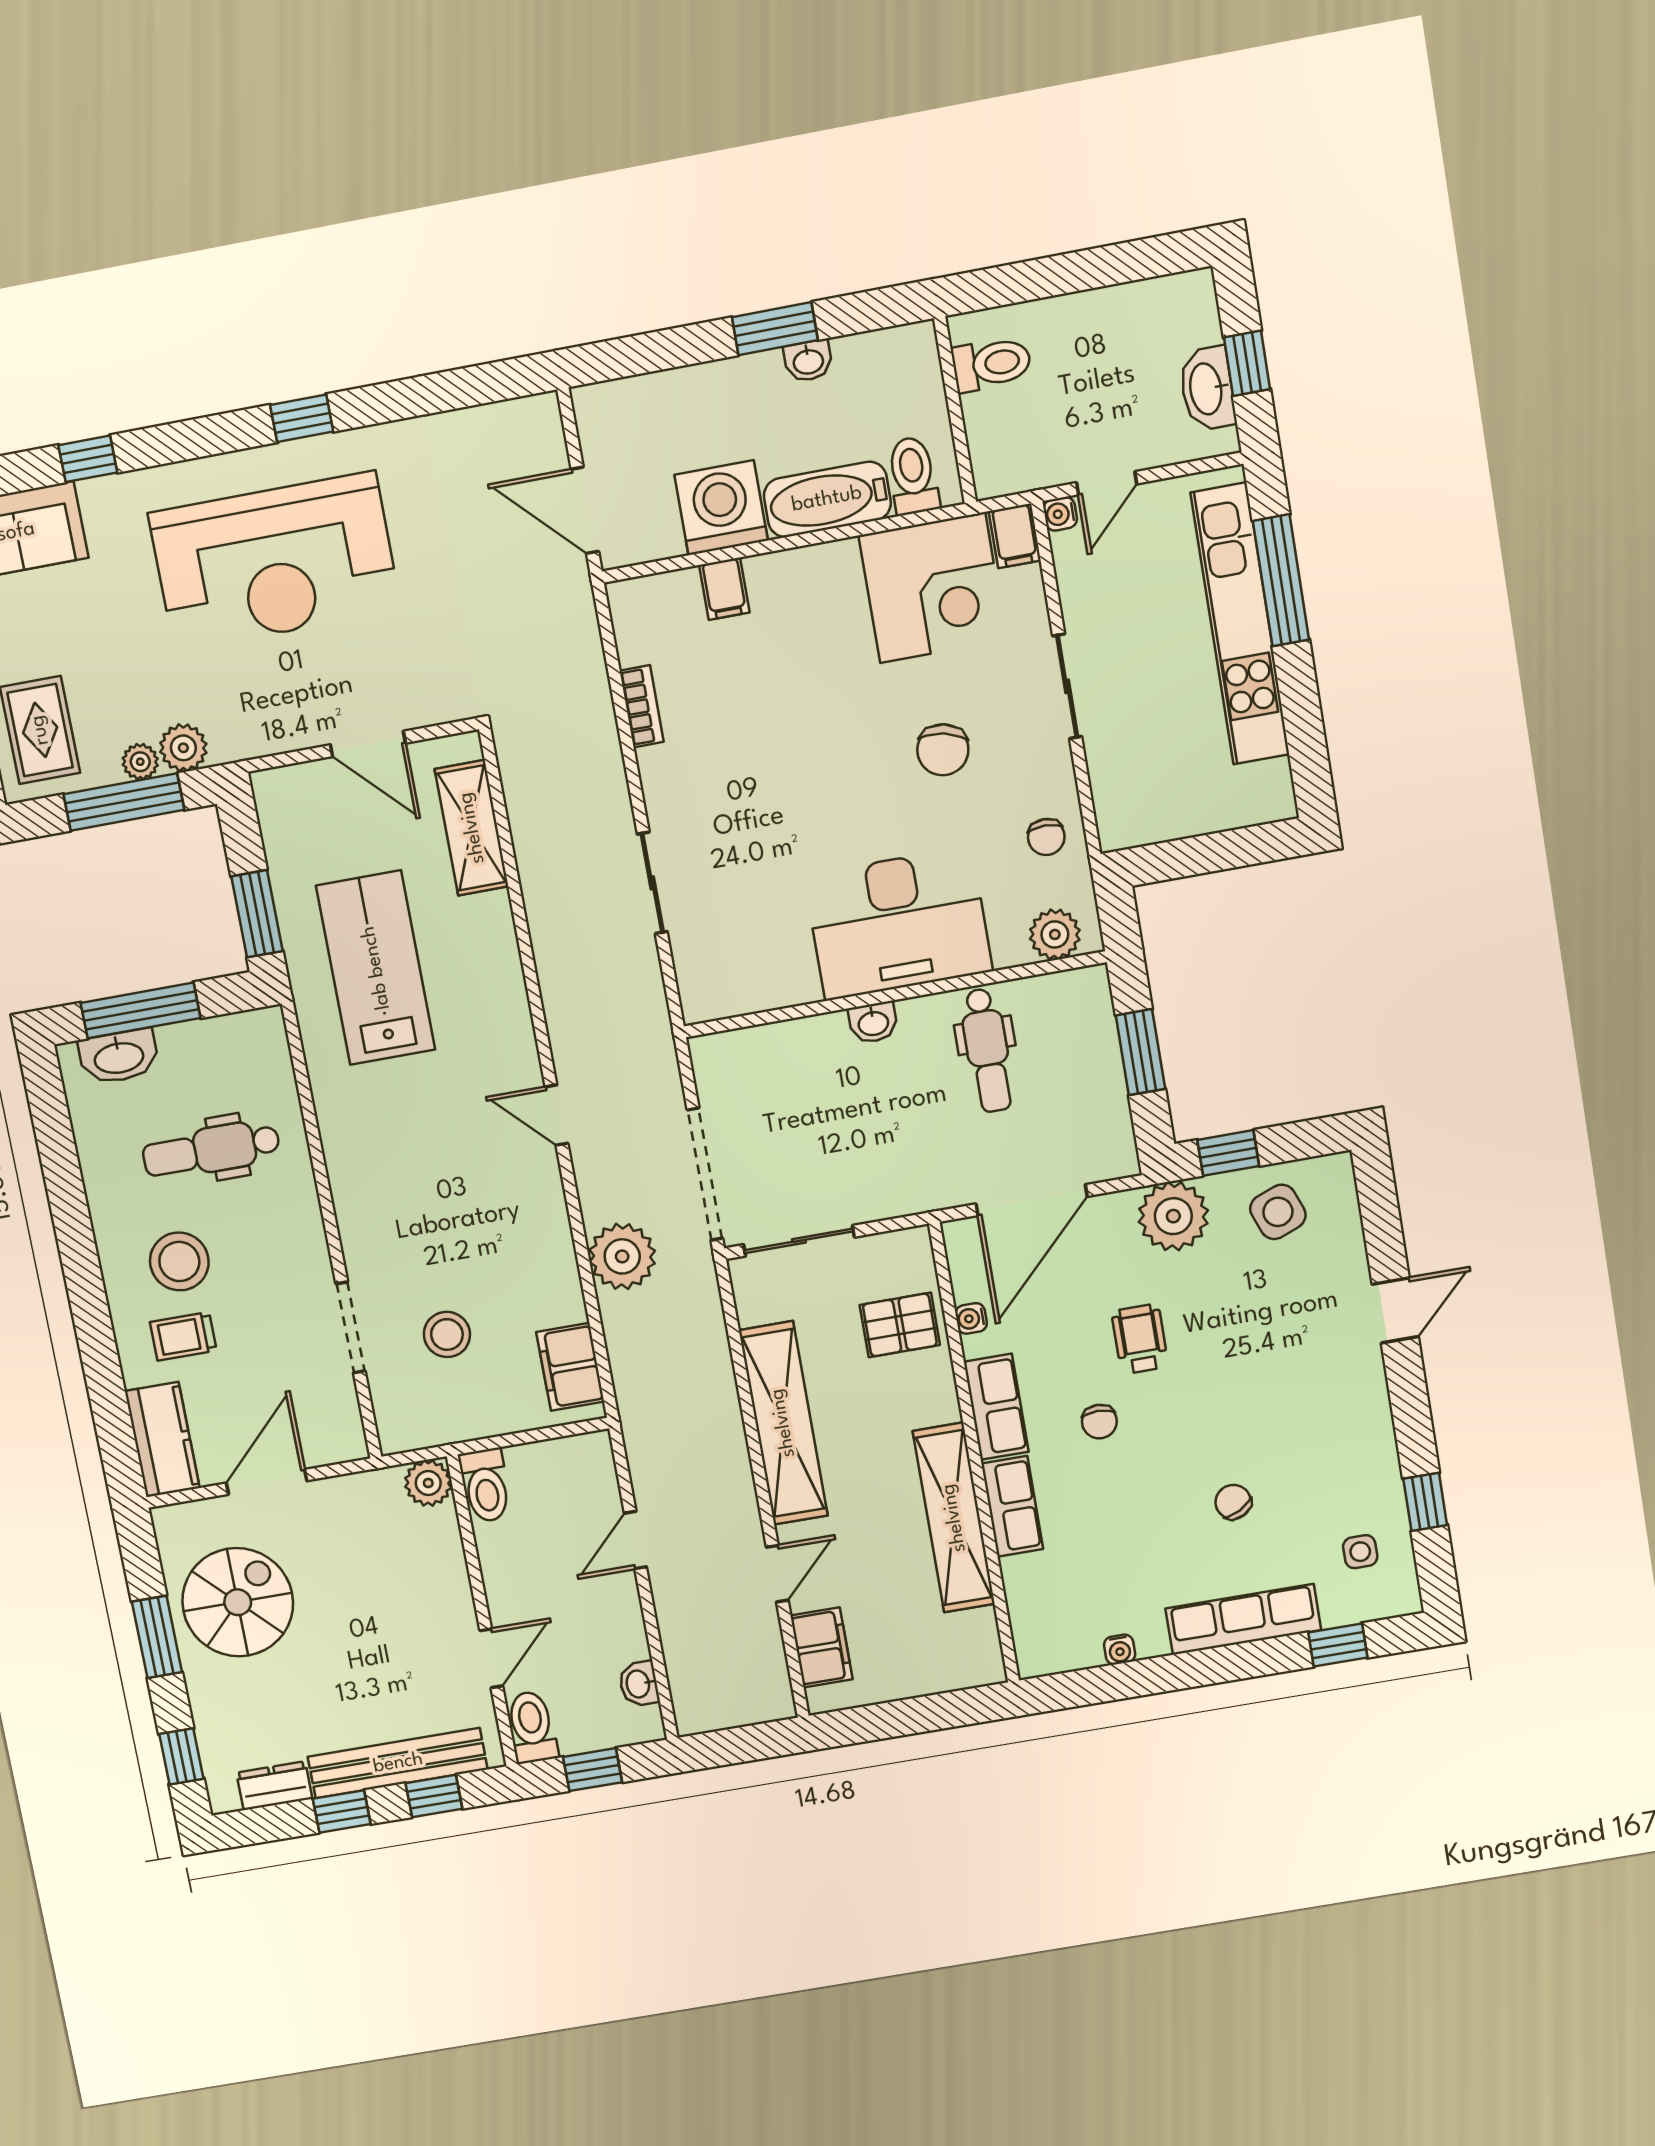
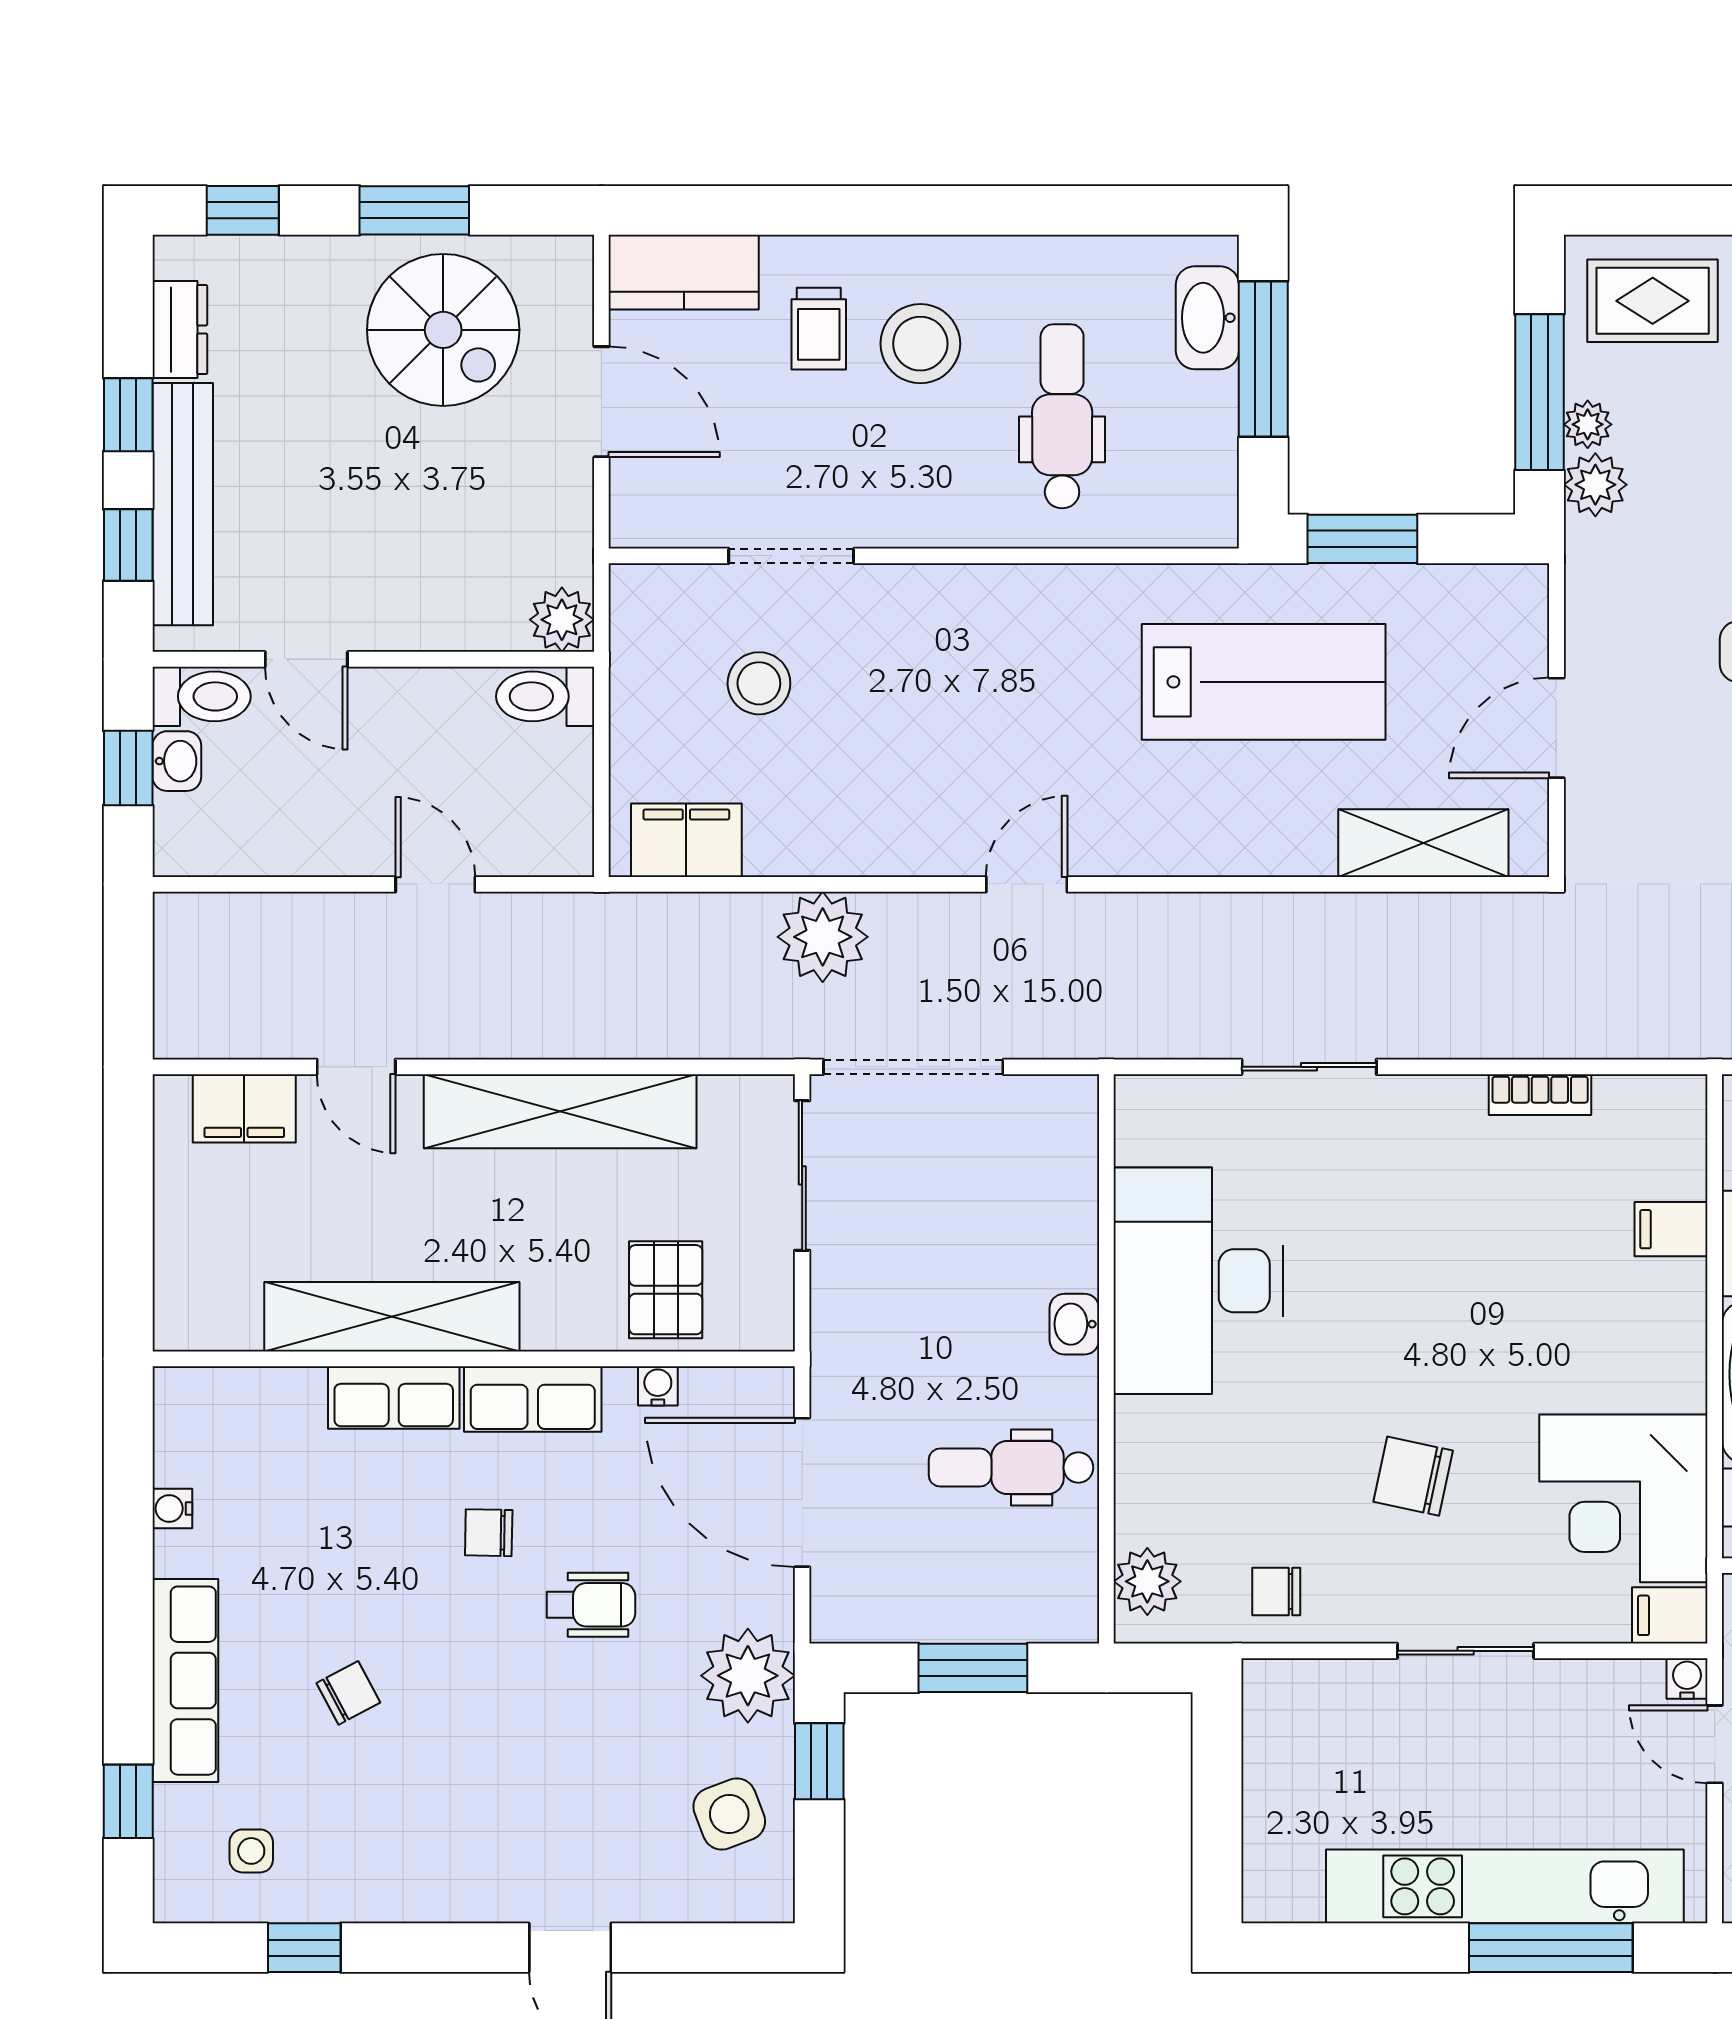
desk: (898, 923) -> (1198, 1281), moved
trolley: (183, 1336) -> (819, 329), turned 180
washbasin: (639, 1684) -> (177, 761), moved, turned 90

